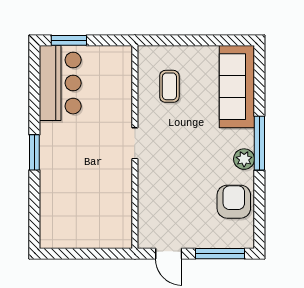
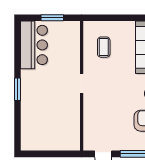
window: (69, 40) -> (52, 18), moved

